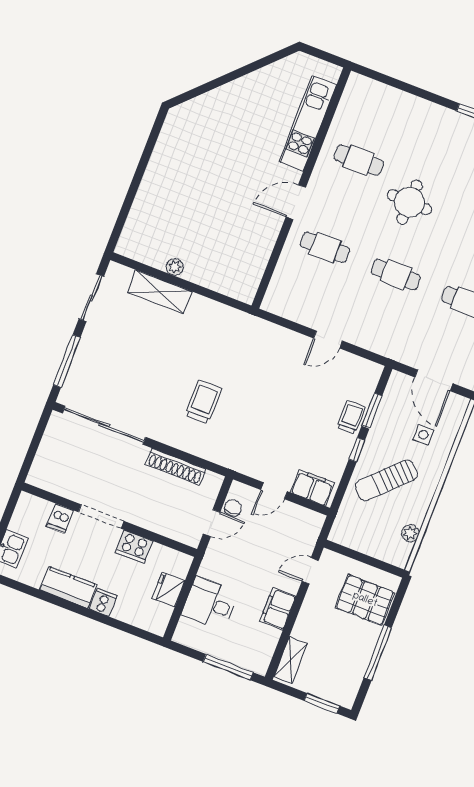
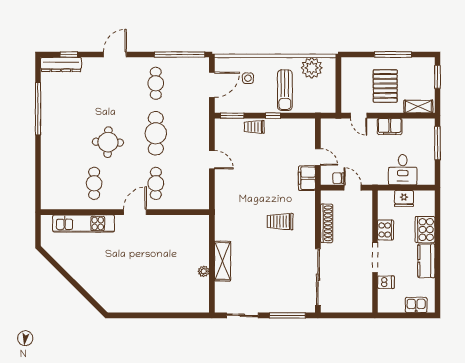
door: (296, 202) -> (135, 212), swing flipped
cafe table: (396, 275) -> (156, 133), width x1.37, depth x1.35
shelving: (160, 292) -> (223, 261), moved
window: (372, 411) -> (232, 116), moved
sun lounger: (386, 480) -> (285, 90), turned 45
filing cabinet: (312, 488) -> (307, 178), moved
plant: (410, 533) -> (312, 68), width x1.87, depth x1.87
pallet: (365, 600) -> (385, 86), moved
cooker: (103, 602) -> (425, 230), width x1.87, depth x1.31

